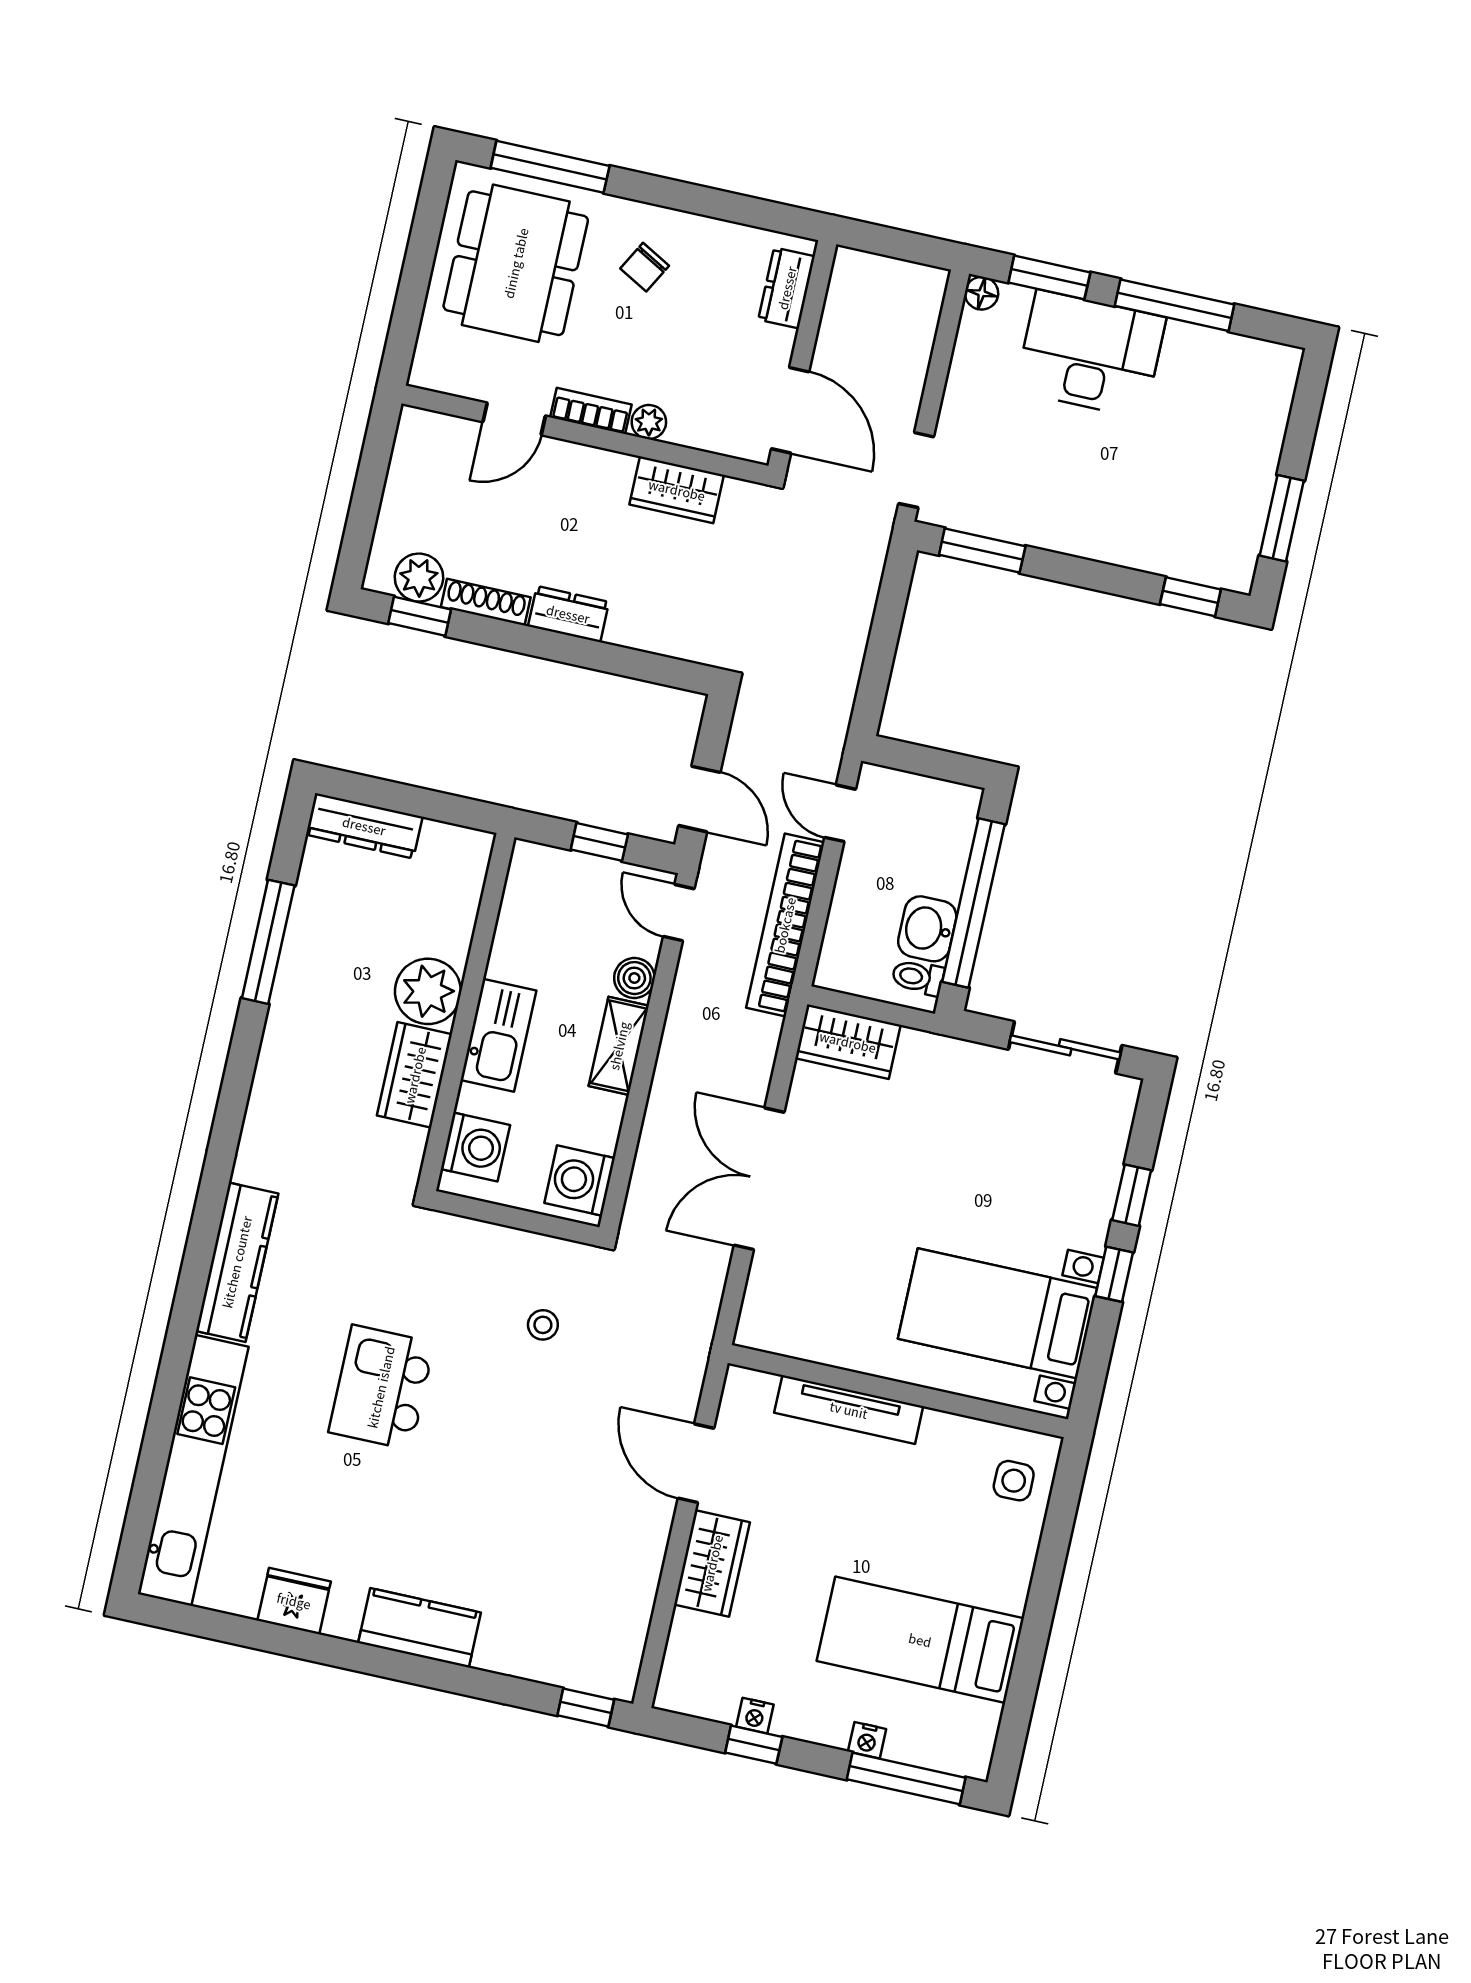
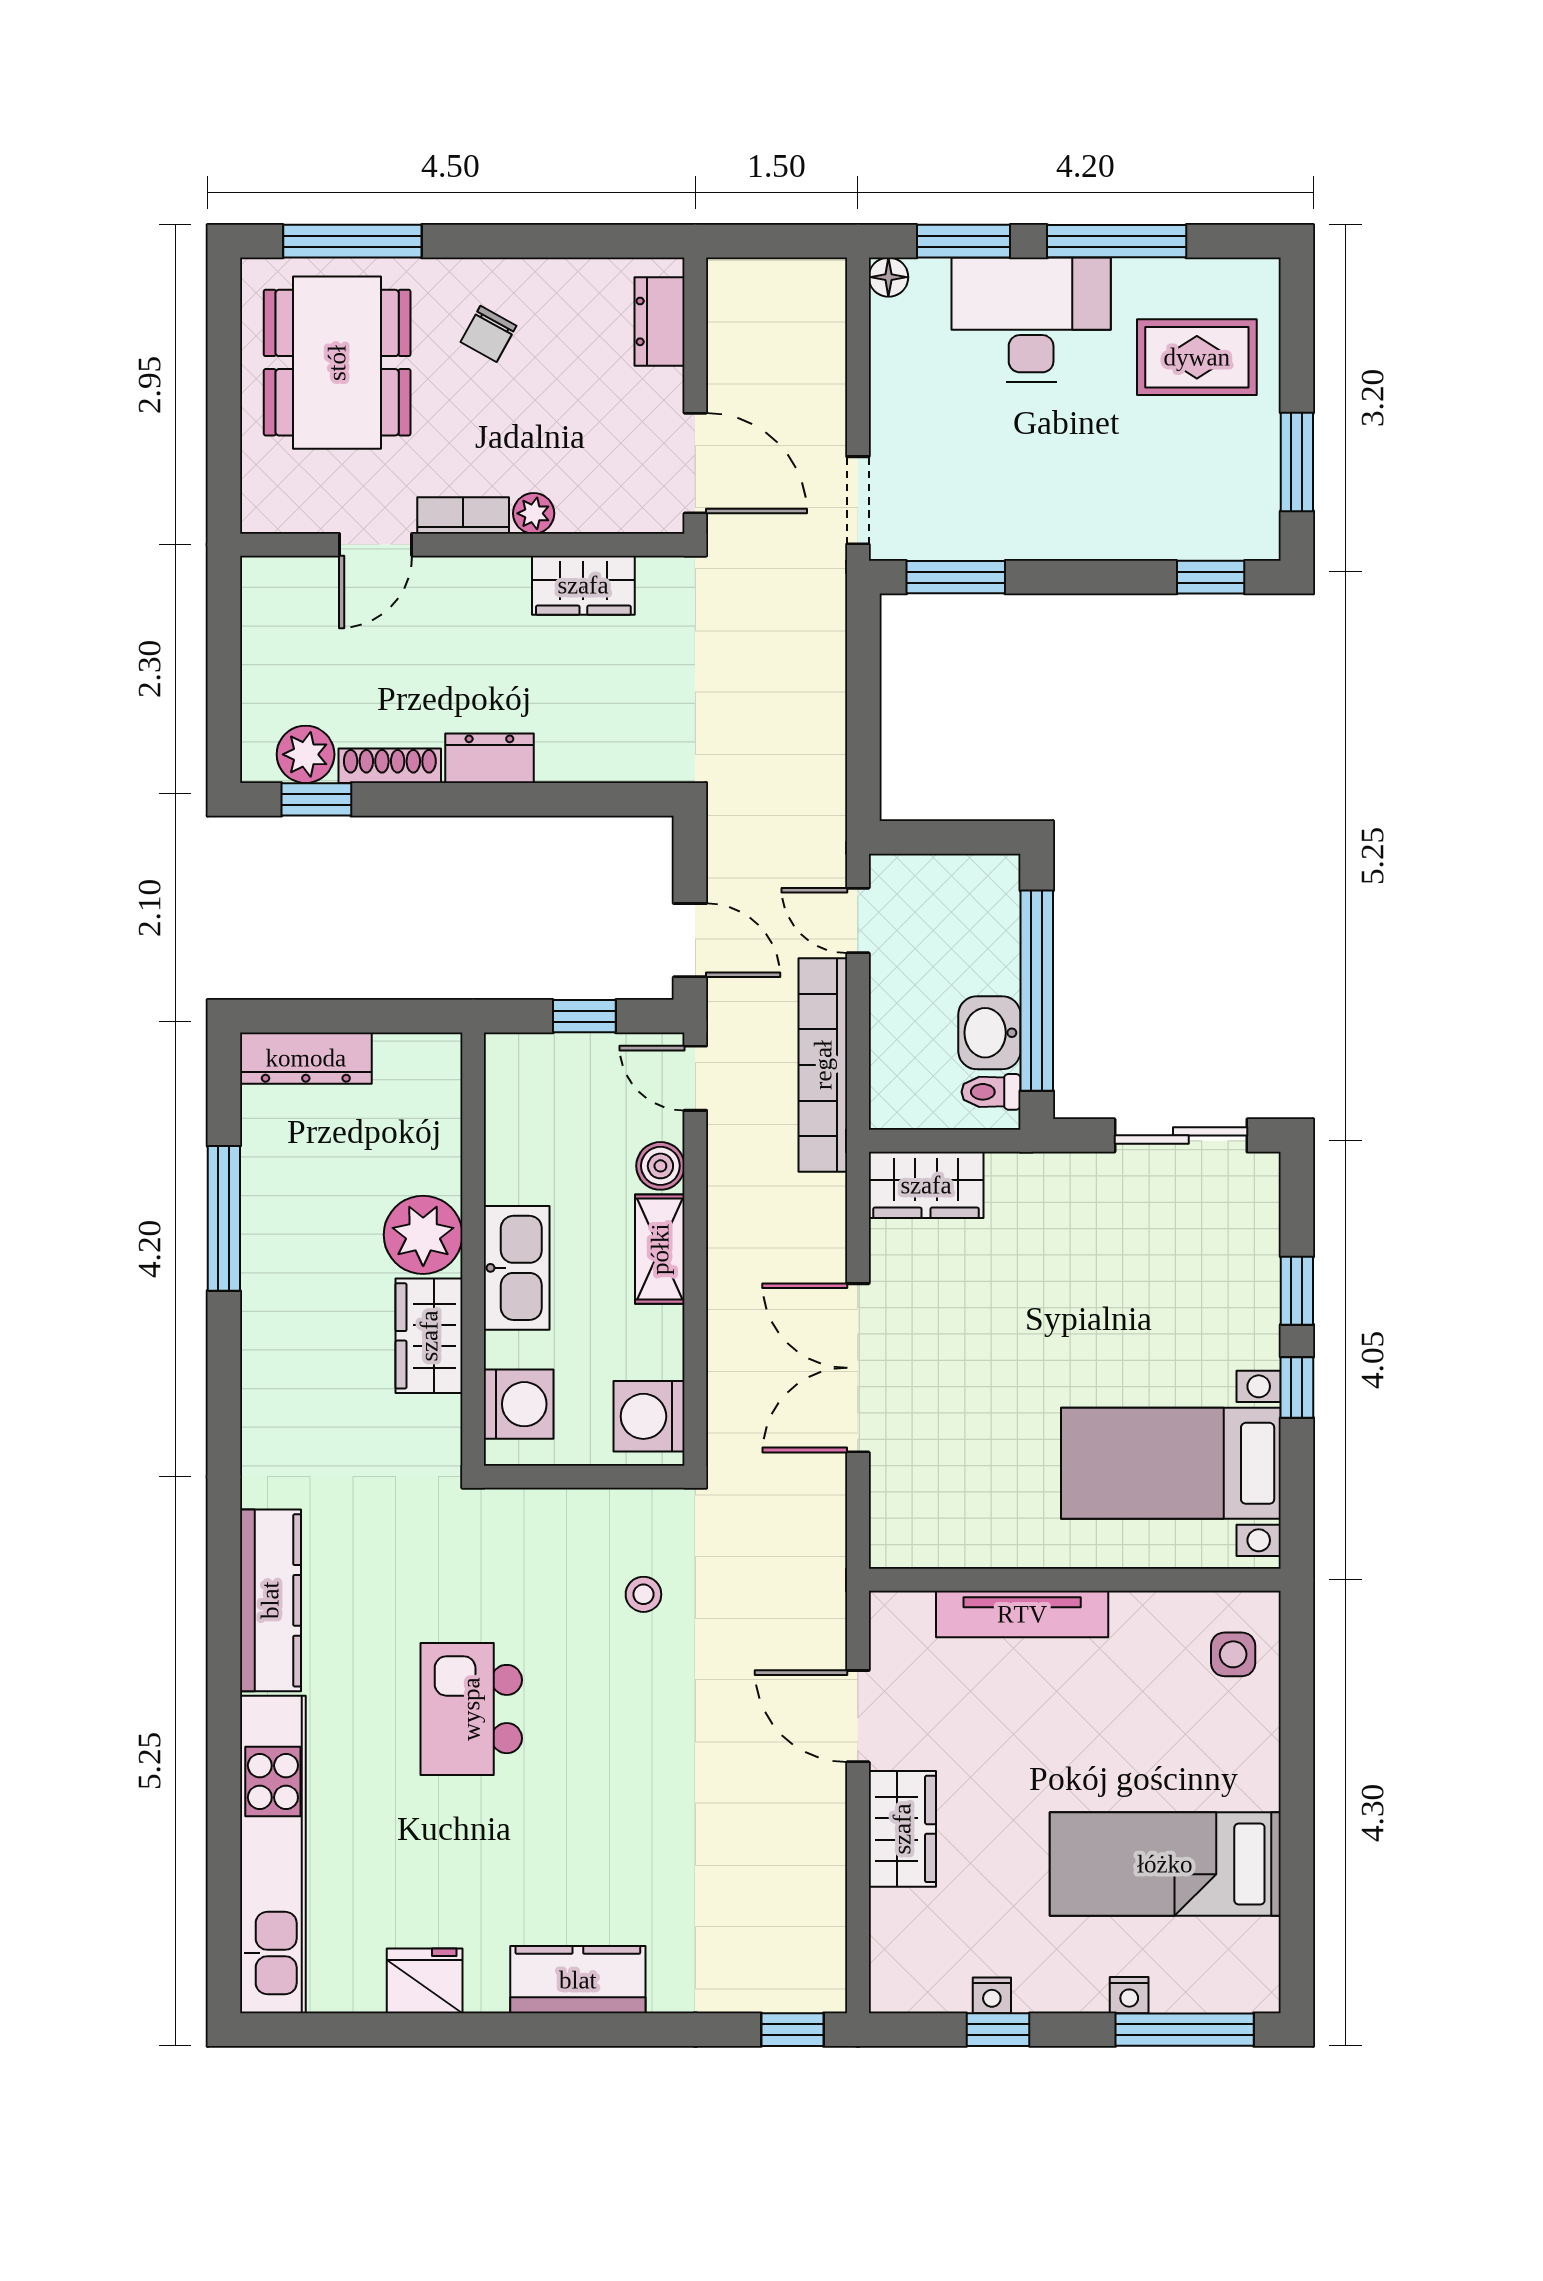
rug: (1219, 415) -> (1197, 357), added

